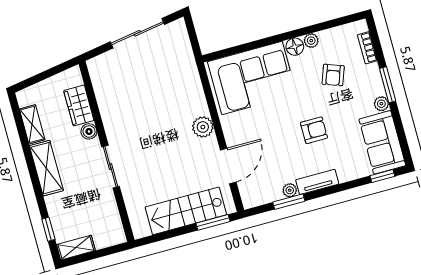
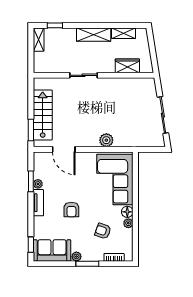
plant: (203, 127) -> (106, 140), moved
boiler: (89, 131) -> (109, 68), removed

